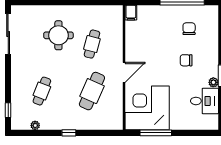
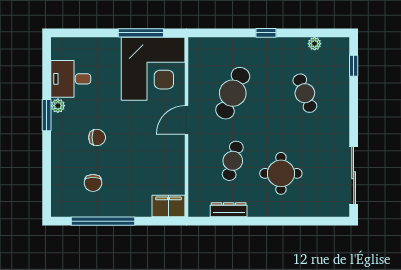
dresser: (95, 10) -> (229, 210), added
filing cabinet: (131, 13) -> (169, 206), width x2.00
cafe table: (42, 91) -> (305, 93), turned -42

